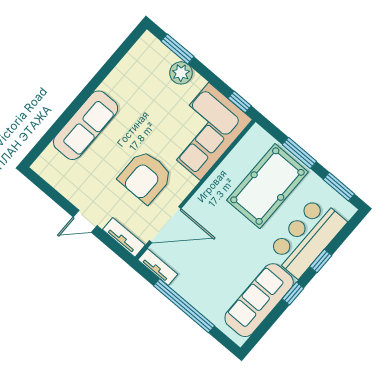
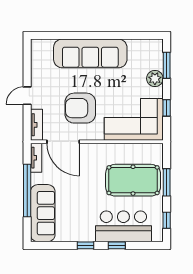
window: (240, 102) -> (167, 108), moved
sofa: (86, 125) -> (90, 53), width x1.36, depth x1.27
window: (339, 187) -> (167, 220), width x0.67
door: (85, 221) -> (27, 96), hinge flipped
sofa: (259, 300) -> (43, 213), moved, turned 90

